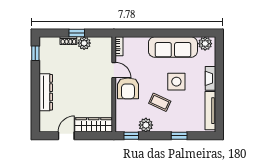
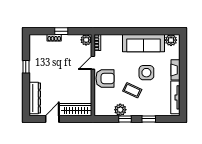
plant: (84, 43) -> (86, 40), moved
window: (35, 53) -> (26, 67), moved
door: (114, 70) -> (93, 63), swing flipped
armchair: (128, 88) -> (105, 78), turned -90
dresser: (46, 92) -> (35, 98), moved
window: (131, 136) -> (125, 119), moved

